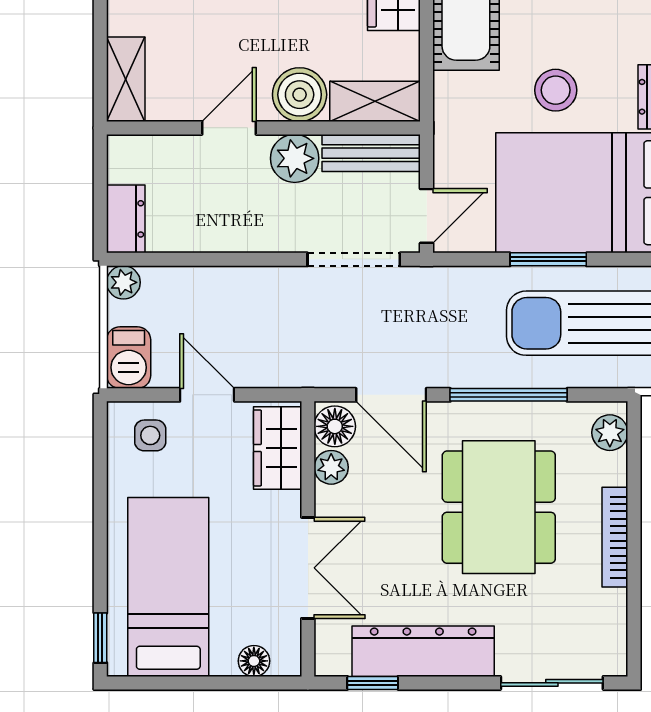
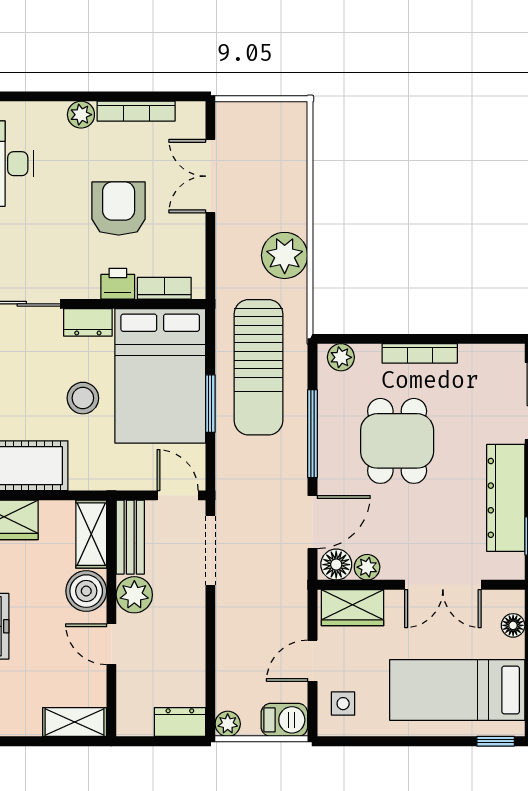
dining table: (499, 507) -> (397, 441), width x0.73
double door: (308, 568) -> (443, 585), swing flipped

